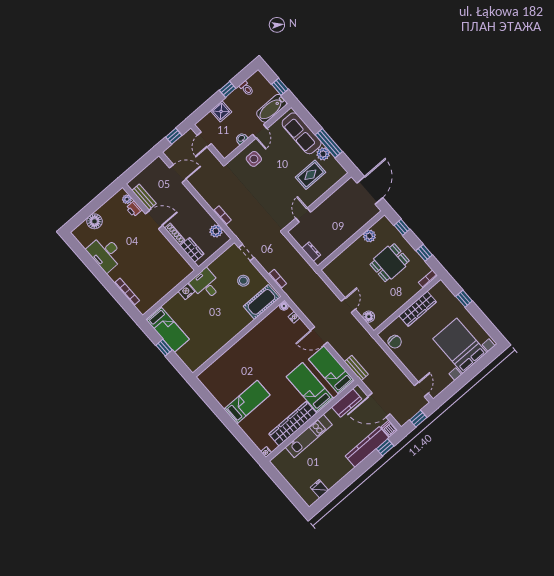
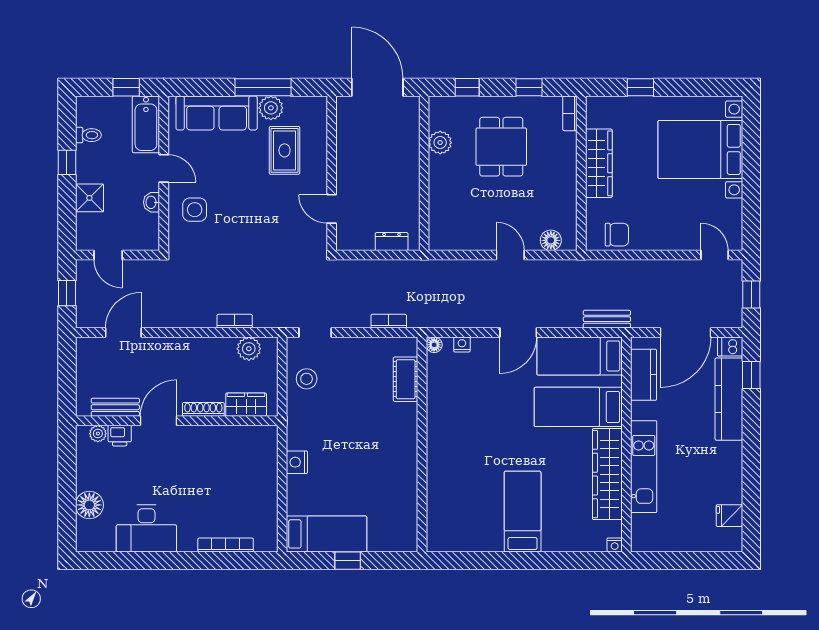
stool: (243, 281) -> (307, 379), moved
desk: (206, 284) -> (310, 427), removed
cot: (261, 302) -> (406, 379), width x0.73, depth x0.75

